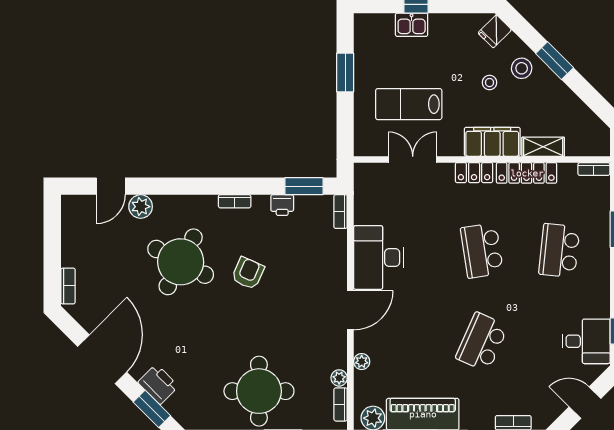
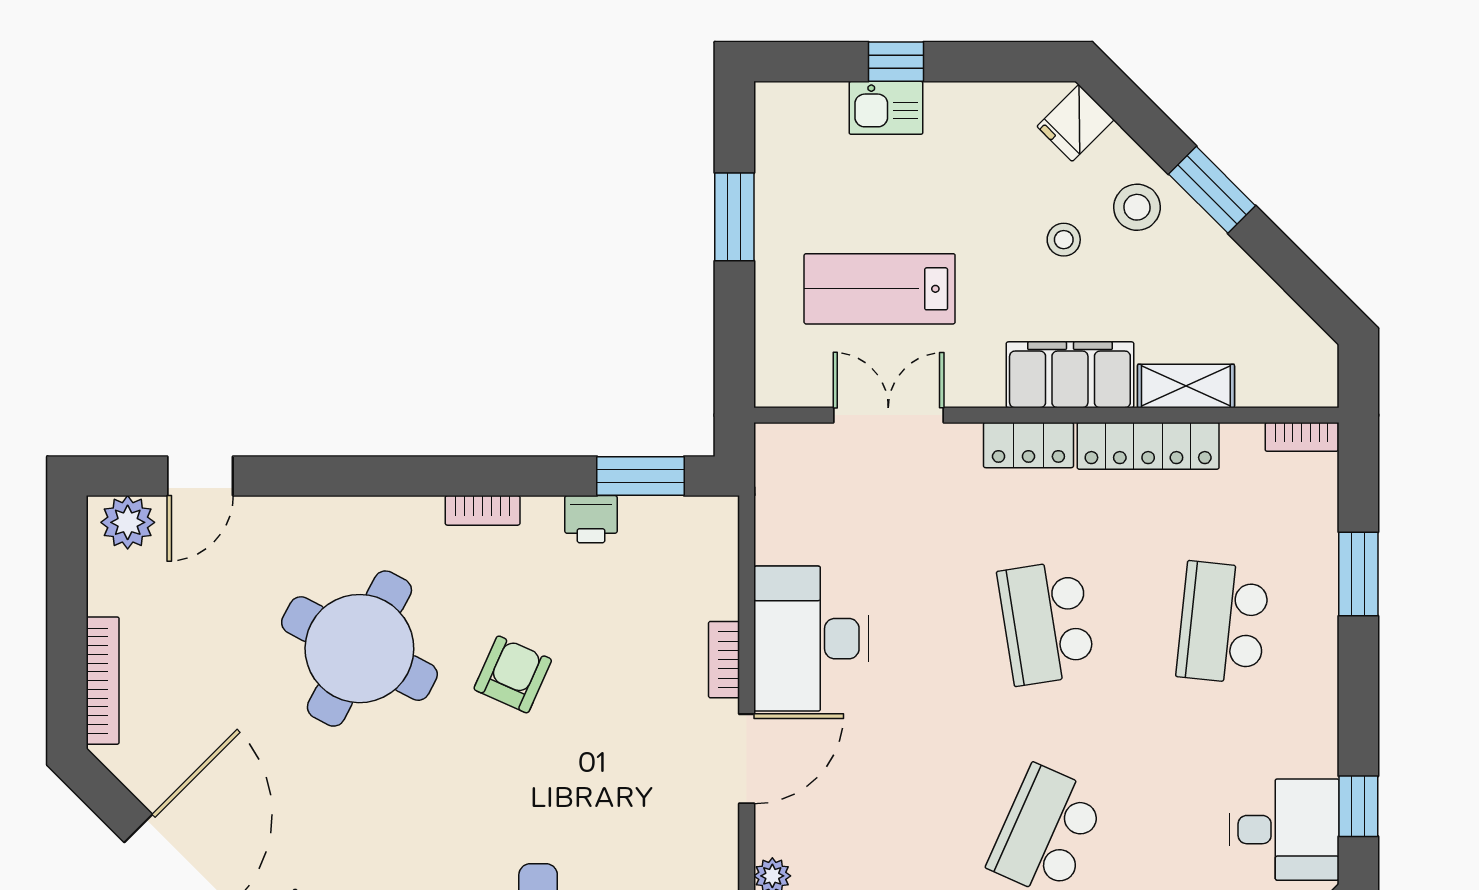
plant: (141, 207) -> (128, 522), moved
bookcase: (341, 212) -> (724, 660), moved
bookcase: (68, 286) -> (103, 681), width x1.56

